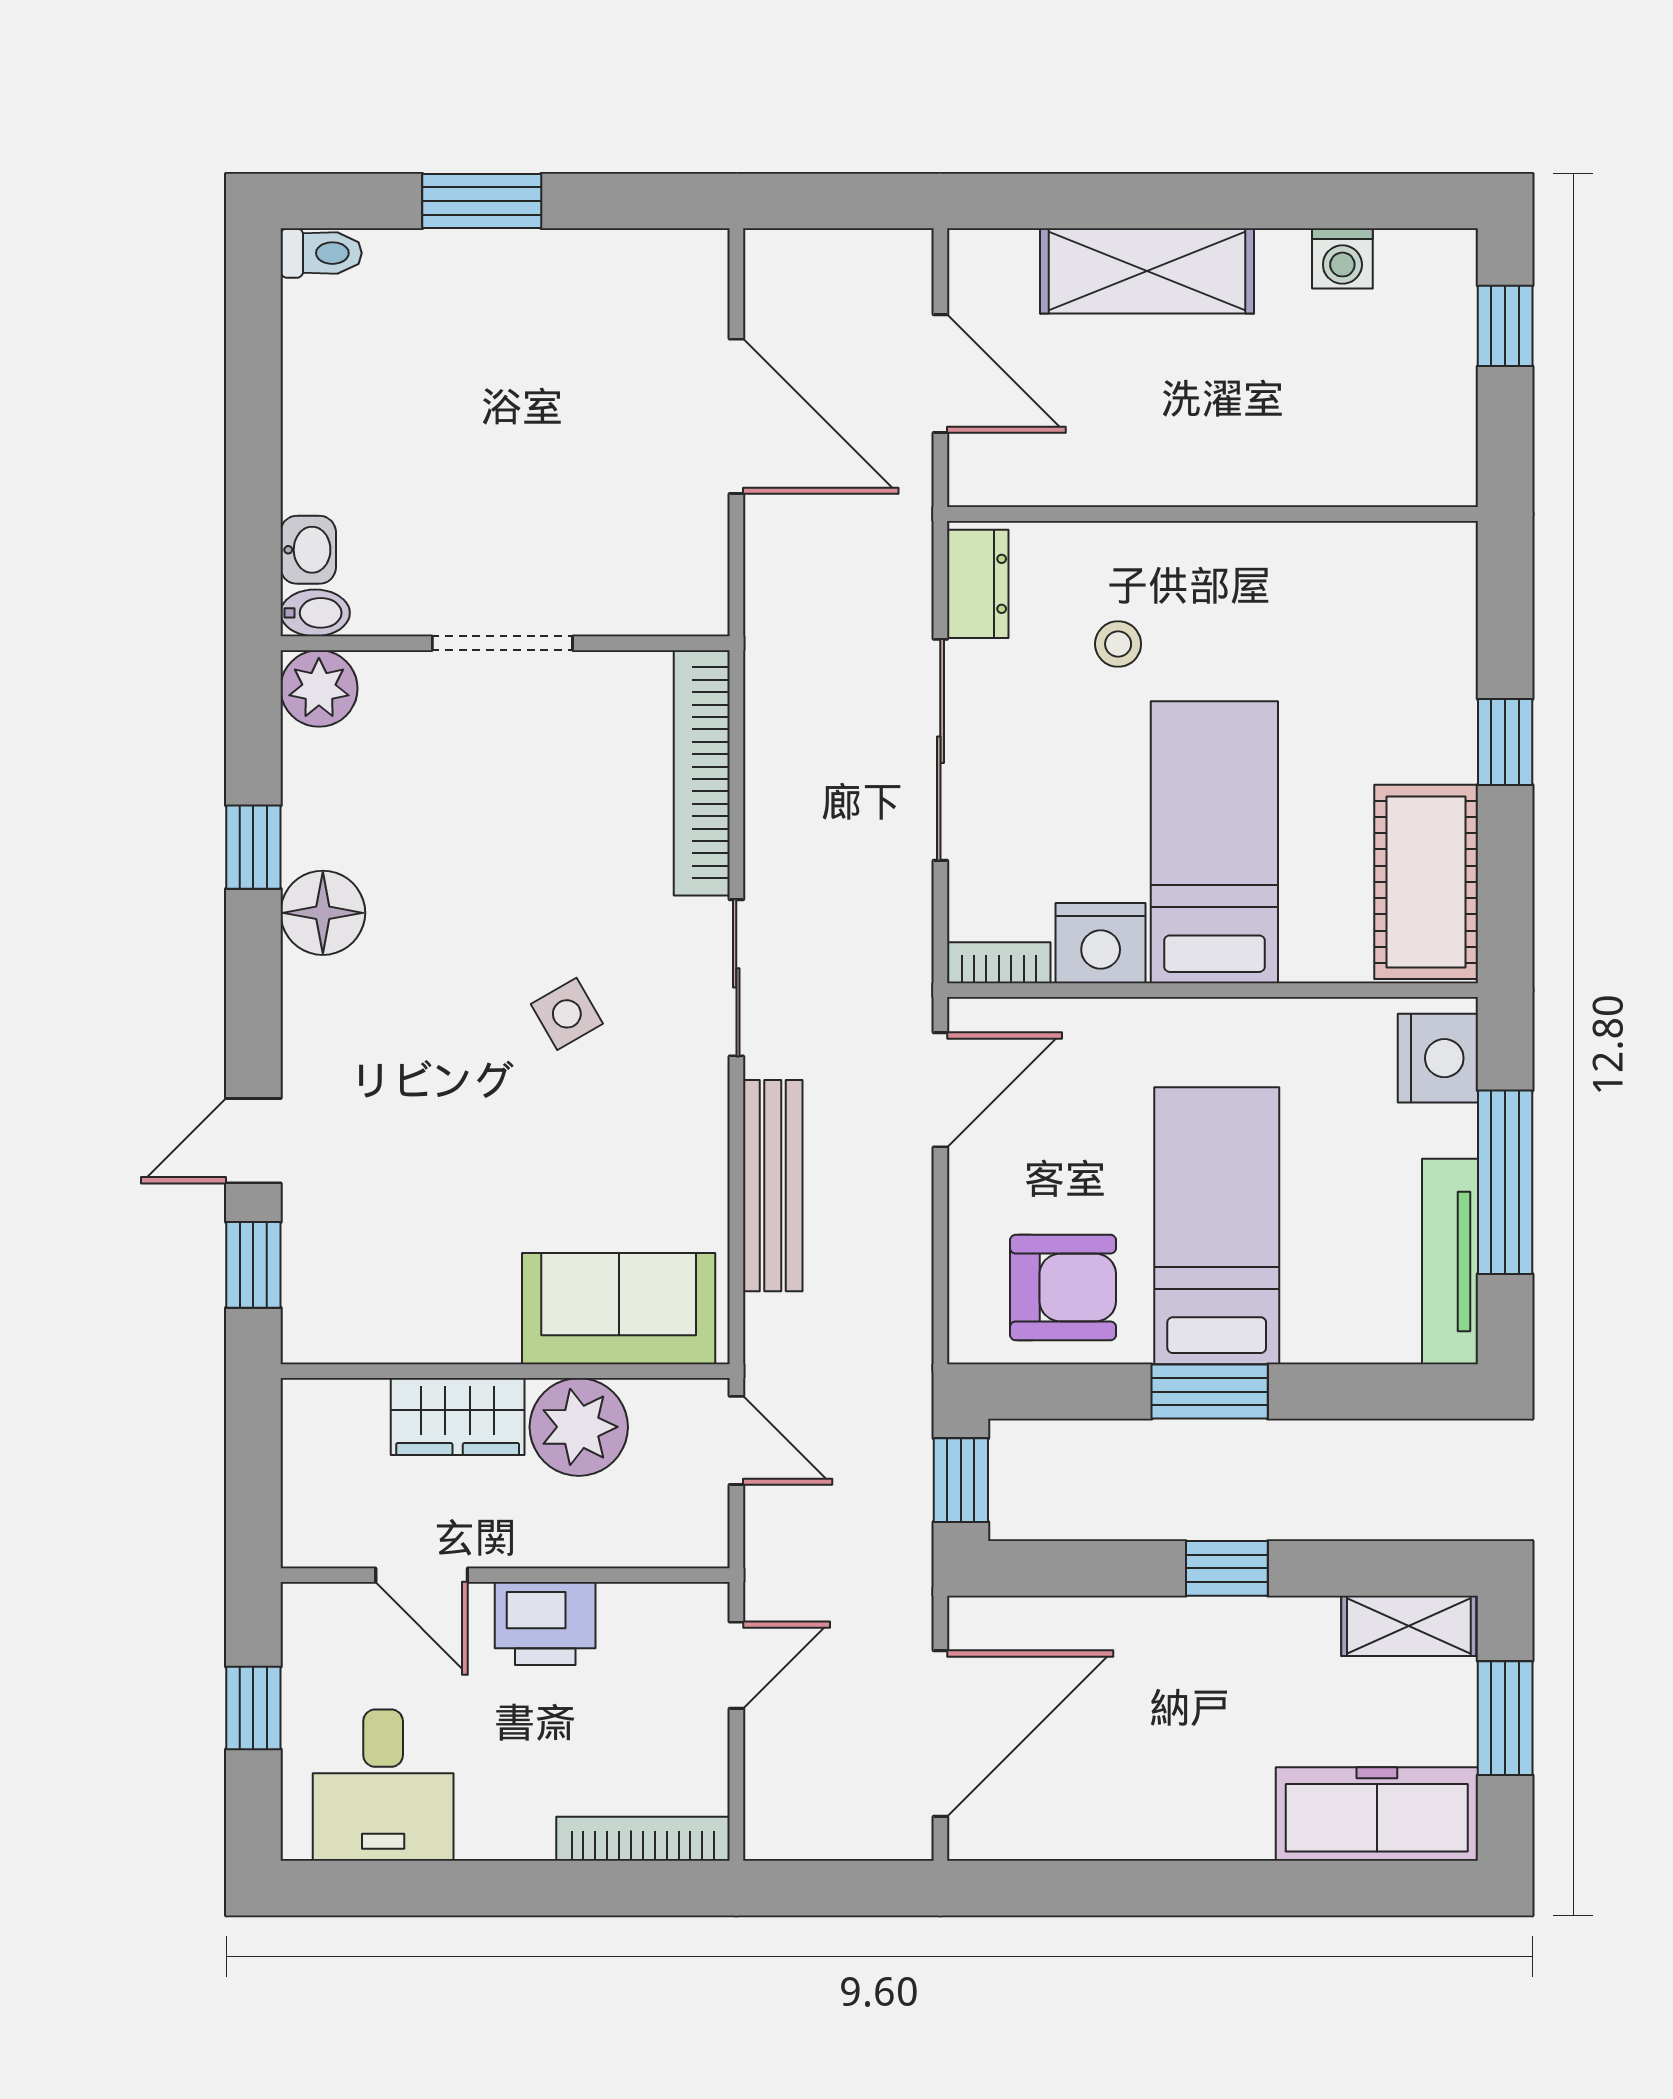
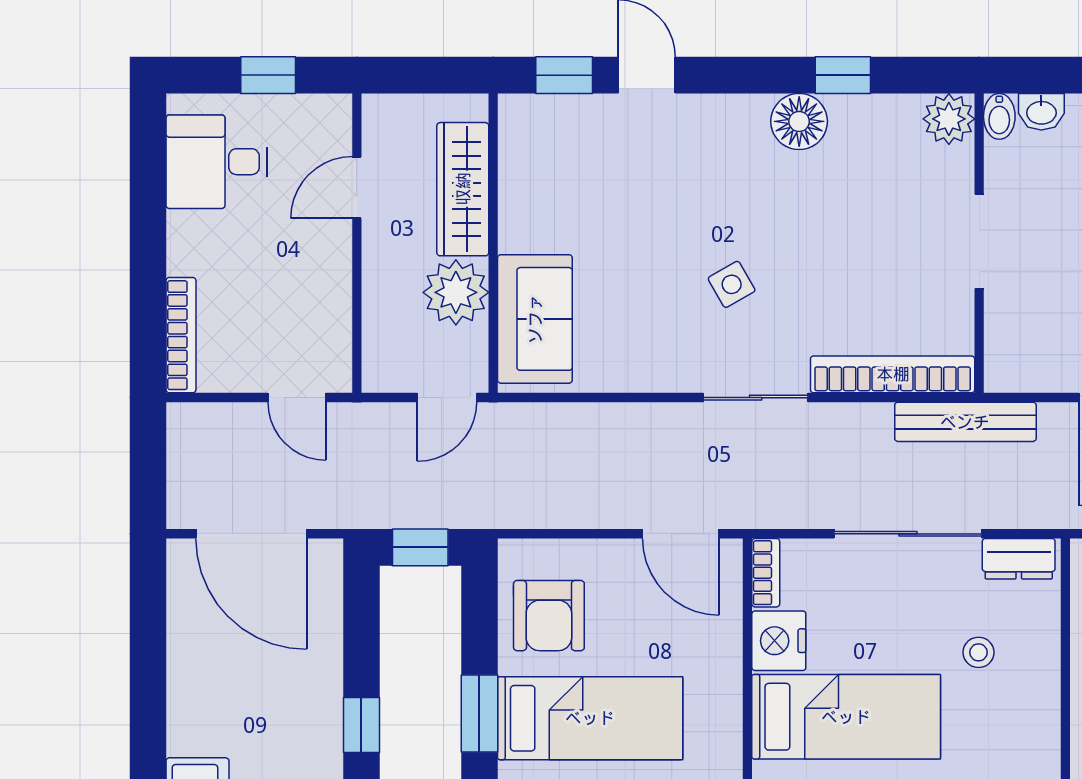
bench: (773, 1186) -> (965, 422), moved
wardrobe: (458, 1417) -> (463, 189), width x1.50
printer: (545, 1624) -> (325, 270), removed

